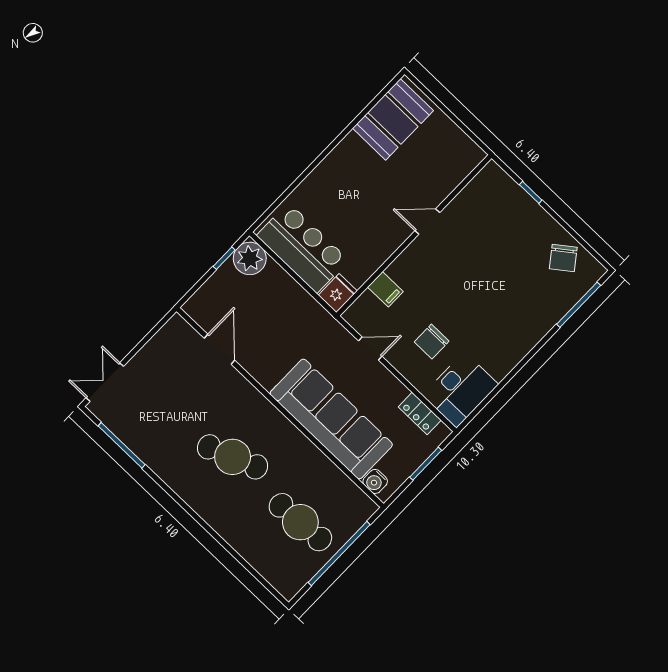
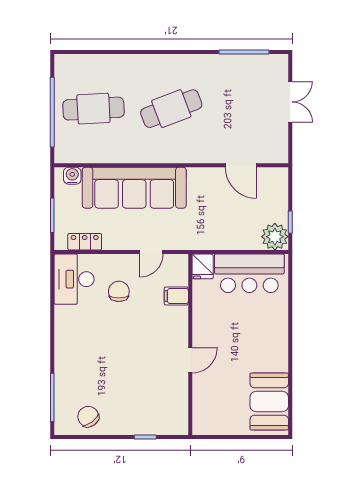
double door: (105, 382) -> (290, 102), moved

